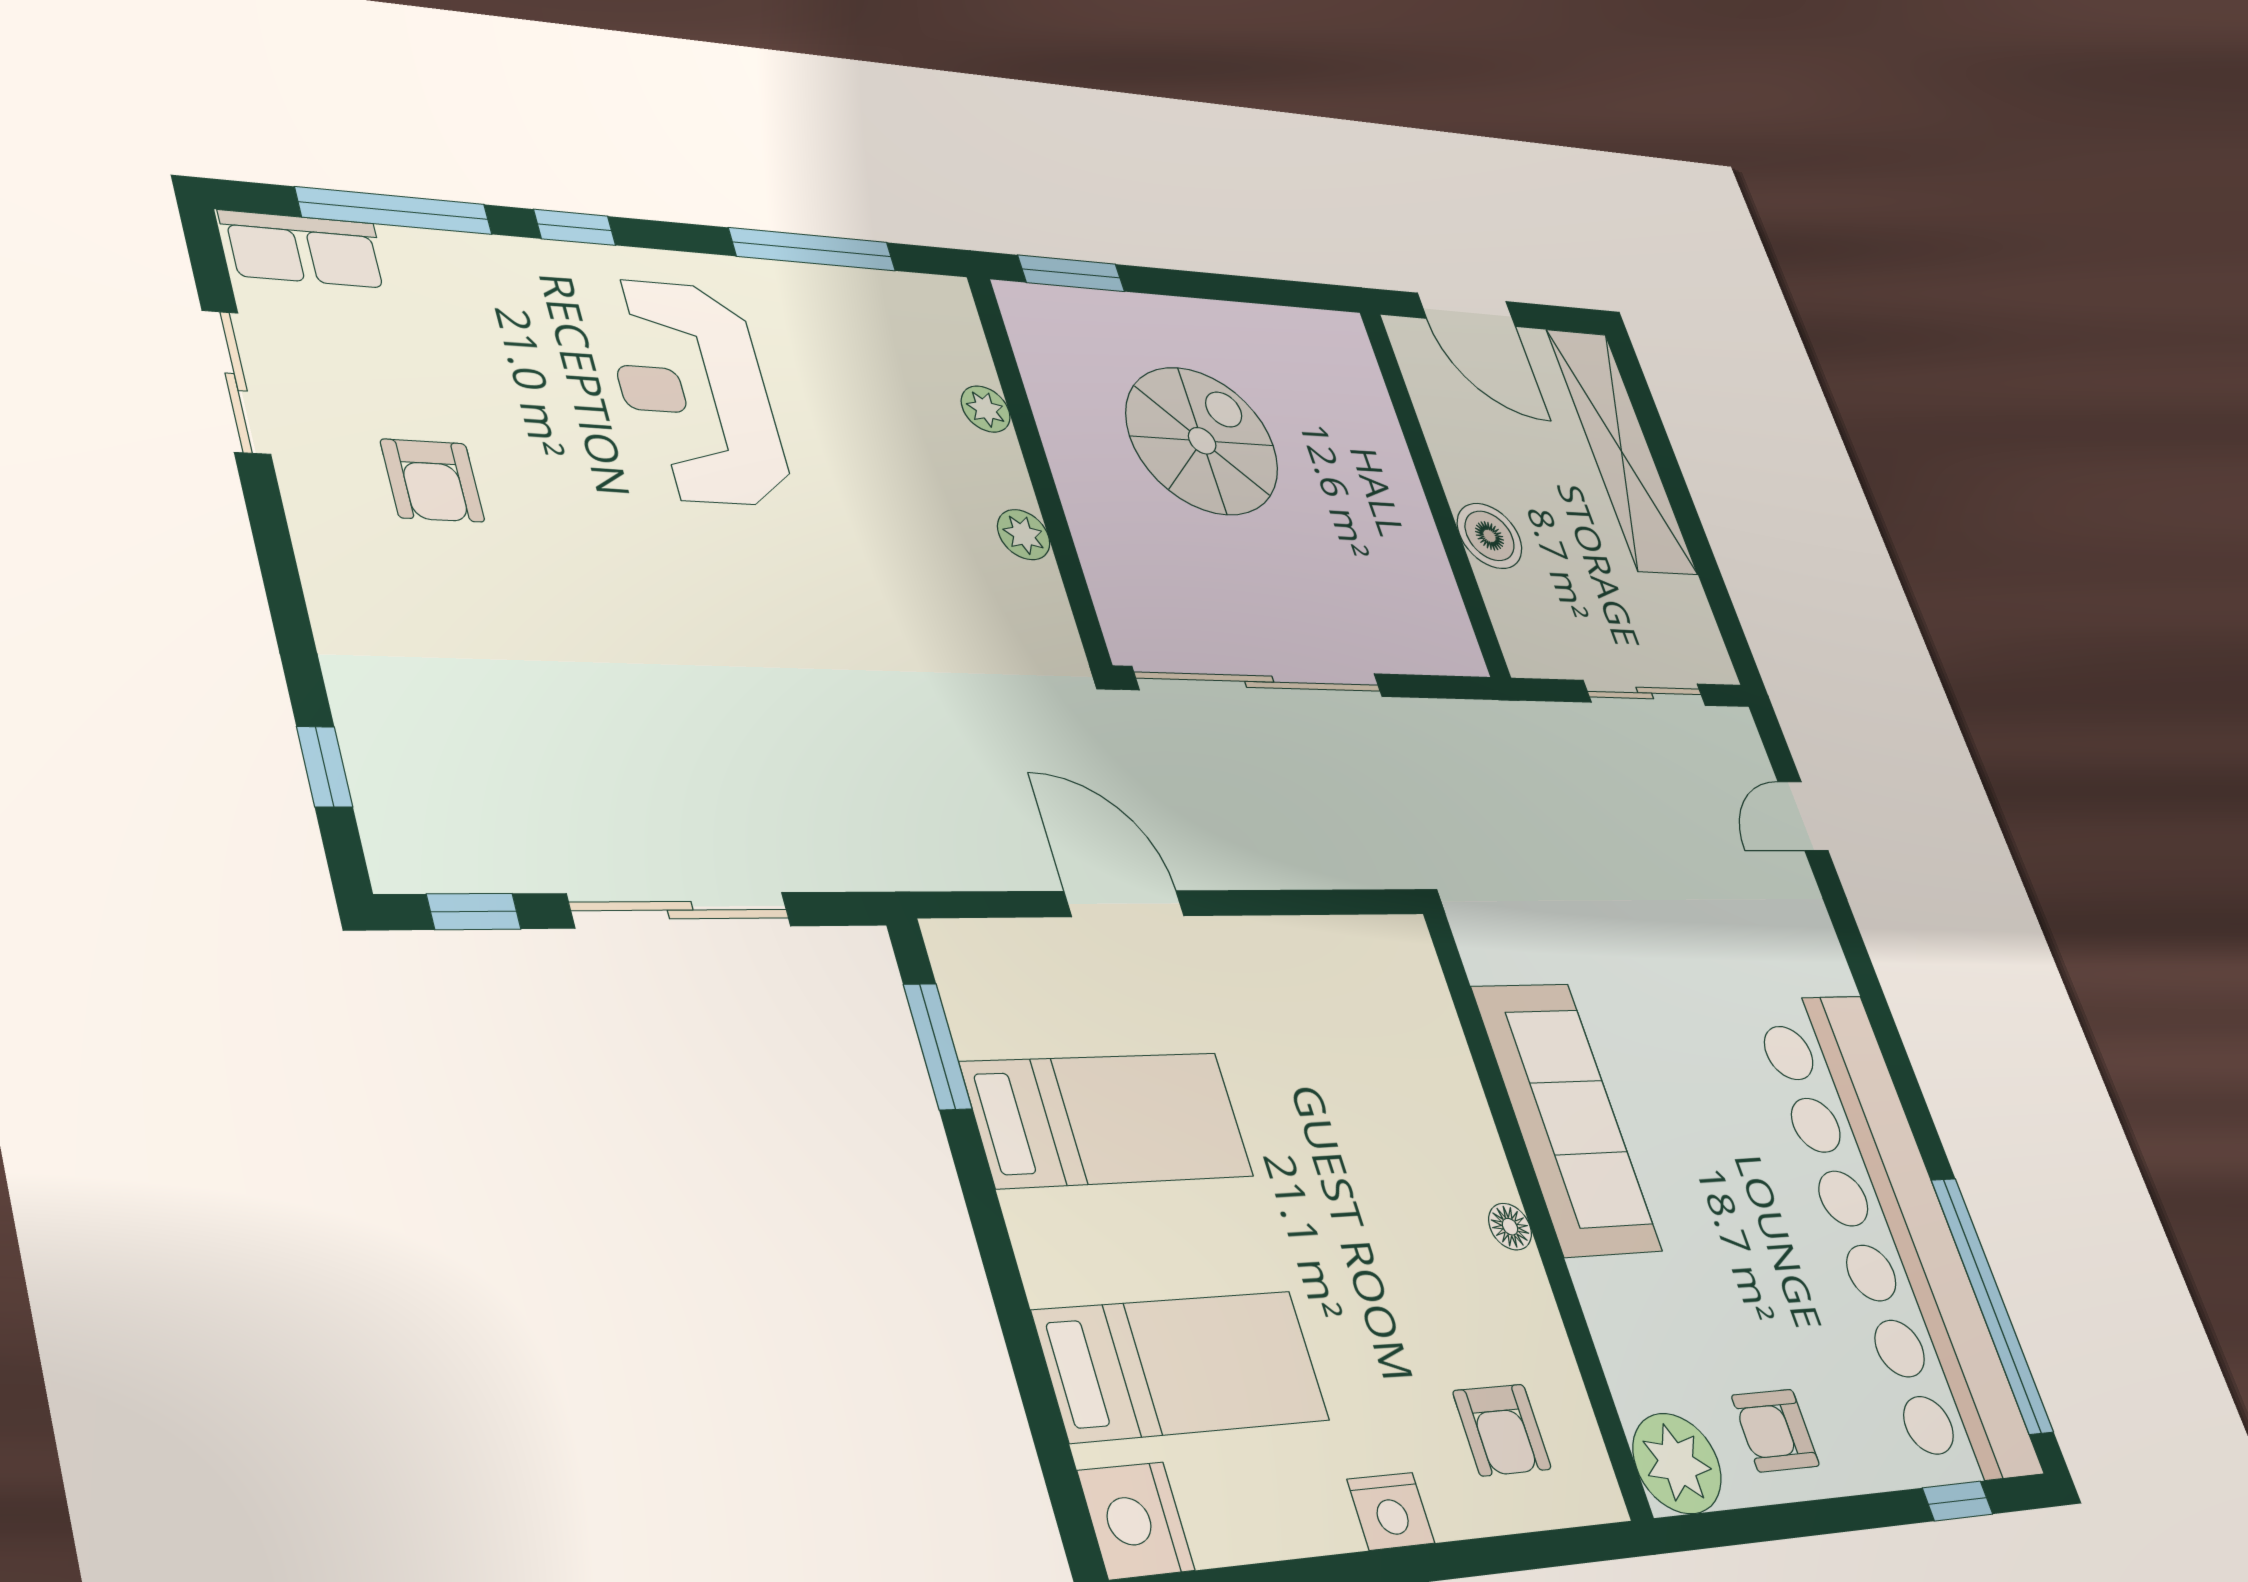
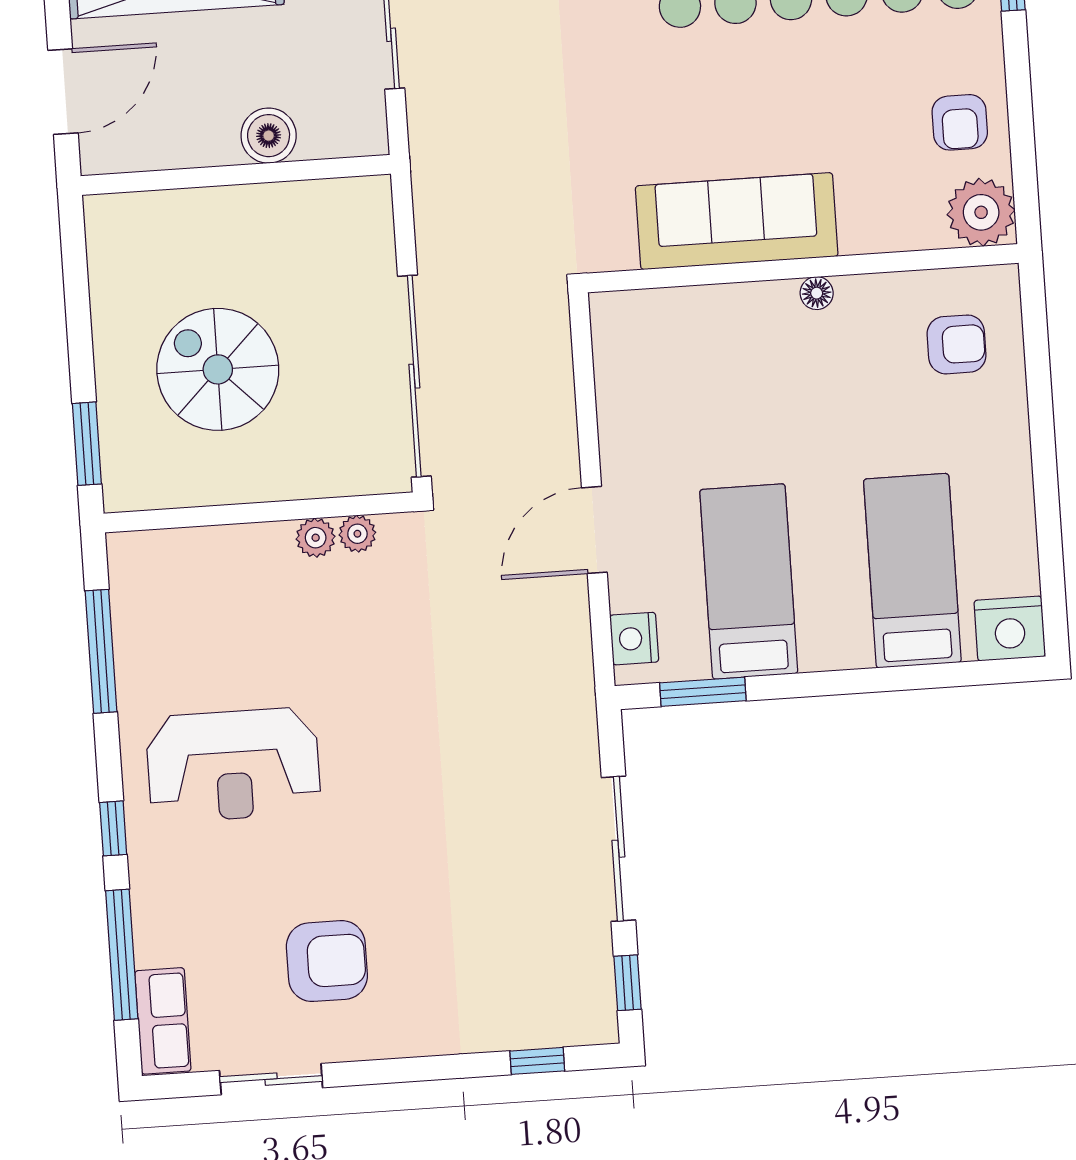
plant: (986, 409) -> (357, 534), moved
armchair: (432, 481) -> (327, 961), width x1.38, depth x1.38
nightstand: (1391, 1511) -> (634, 639), moved, turned 180

